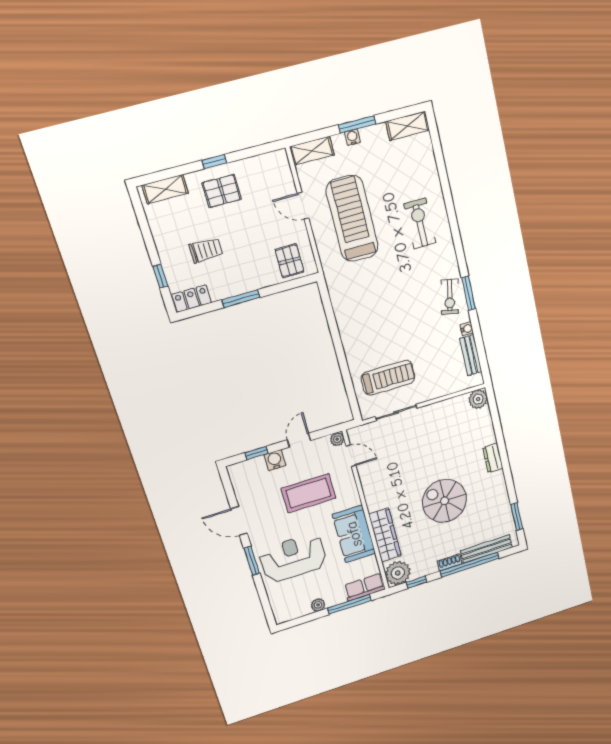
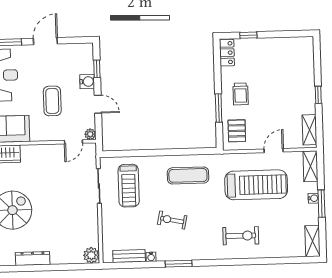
shelving: (165, 189) -> (309, 130), moved
pallet: (222, 191) -> (297, 95), removed
trolley: (206, 250) -> (241, 94), moved
pallet: (289, 261) -> (237, 131), turned 90
exercise bike: (450, 297) -> (172, 220), moved
window: (241, 299) -> (219, 108), moved
exercise mat: (360, 309) -> (188, 175), added
dresser: (493, 458) -> (33, 258), width x1.44
coffee table: (309, 493) -> (52, 101), width x0.73, depth x0.76

